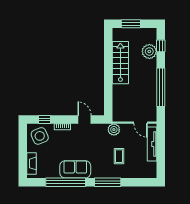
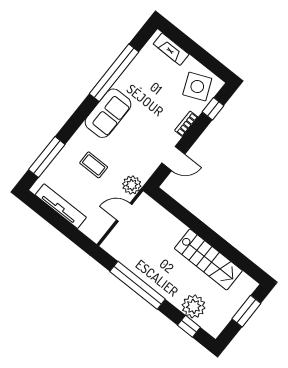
door: (141, 123) -> (124, 212), moved
tv unit: (152, 144) -> (61, 206), moved
sofa: (75, 169) -> (108, 113), moved
window: (108, 182) -> (47, 157), moved

